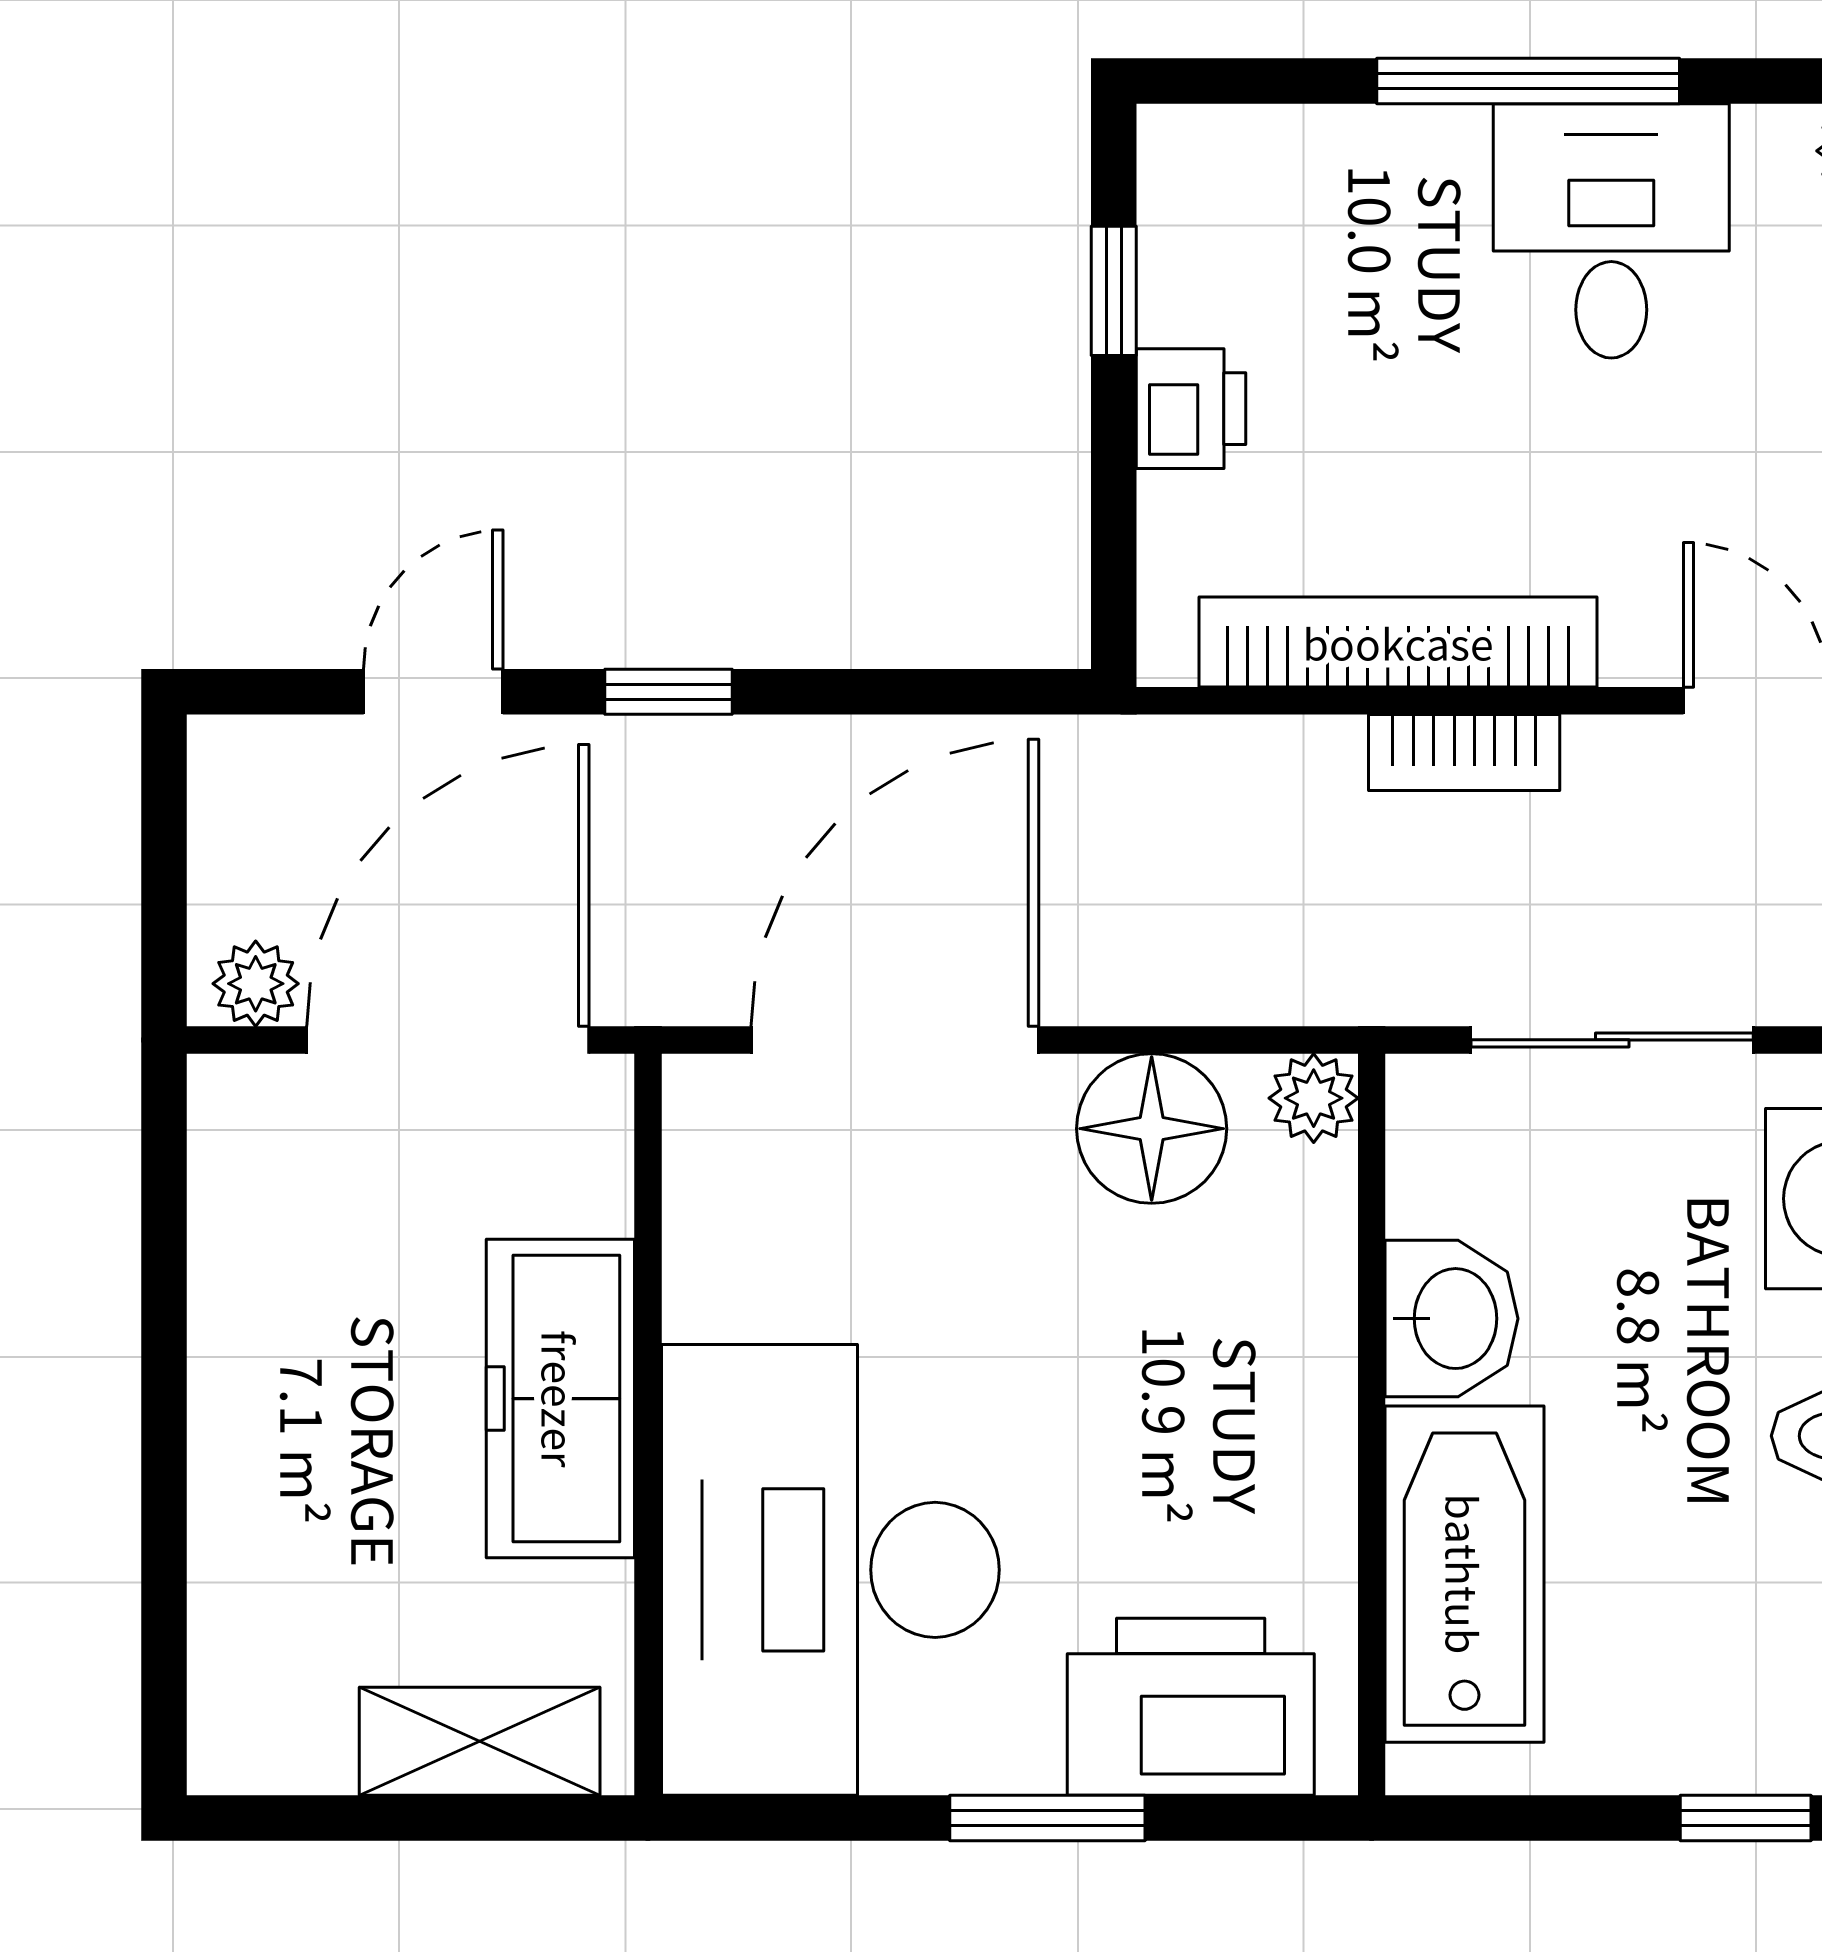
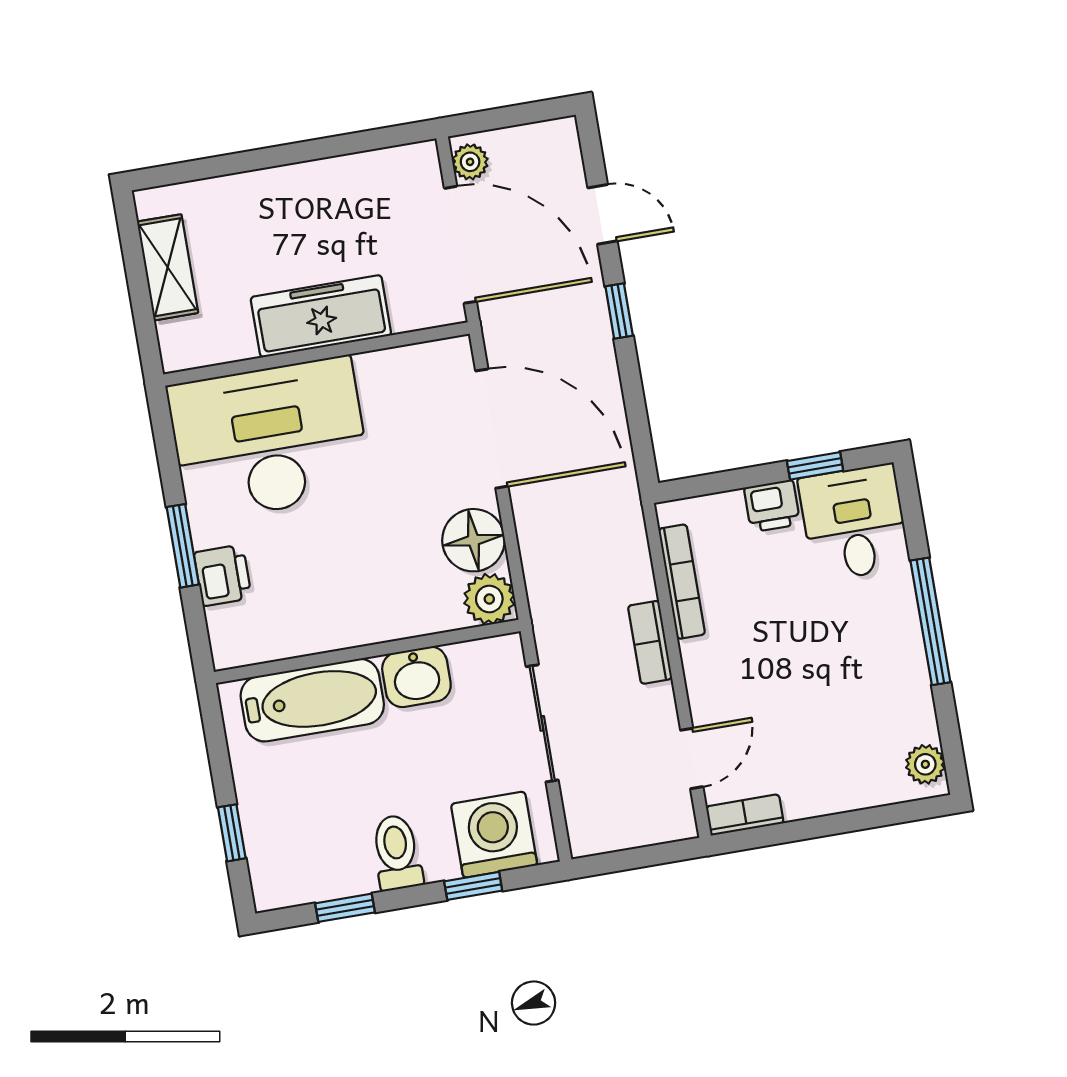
desk: (1611, 231) -> (854, 523), moved, turned -90
bookcase: (1398, 642) -> (682, 582), width x0.68, depth x0.76
plant: (1314, 1098) -> (489, 599), width x1.38, depth x1.38
printer: (1191, 1707) -> (223, 575), width x0.53, depth x0.68
shelving: (480, 1741) -> (168, 267), moved

